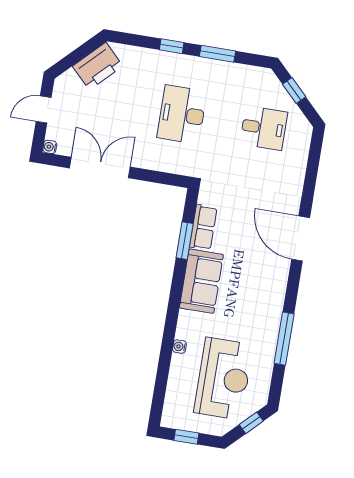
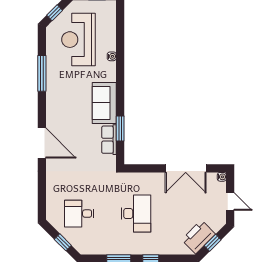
window: (79, 54) -> (213, 243), added
door: (44, 109) -> (230, 201), hinge flipped

